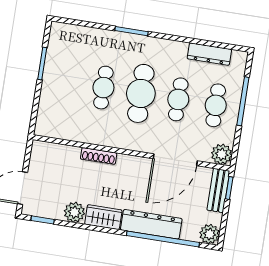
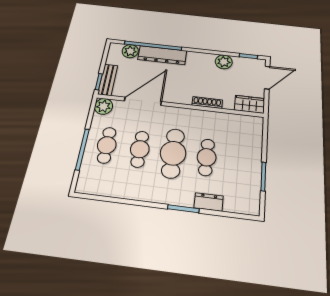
dresser: (209, 54) -> (209, 202), moved, width x0.70
wardrobe: (103, 217) -> (250, 104), moved, turned 180
plant: (210, 234) -> (130, 51), moved

